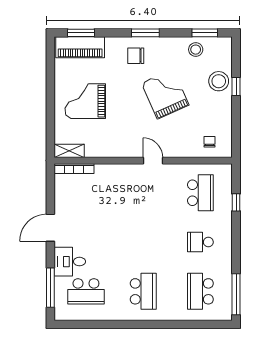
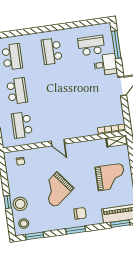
stool: (196, 50) -> (24, 223), moved
grand piano: (165, 94) -> (56, 190), turned 76
school desk: (200, 242) -> (17, 91), width x1.85

